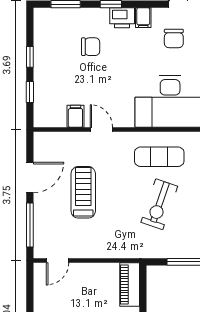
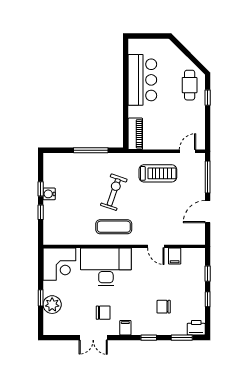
printer: (122, 18) -> (196, 328), moved
chair: (174, 38) -> (103, 313), turned 90
treadmill: (83, 192) -> (158, 173), moved, turned -90

